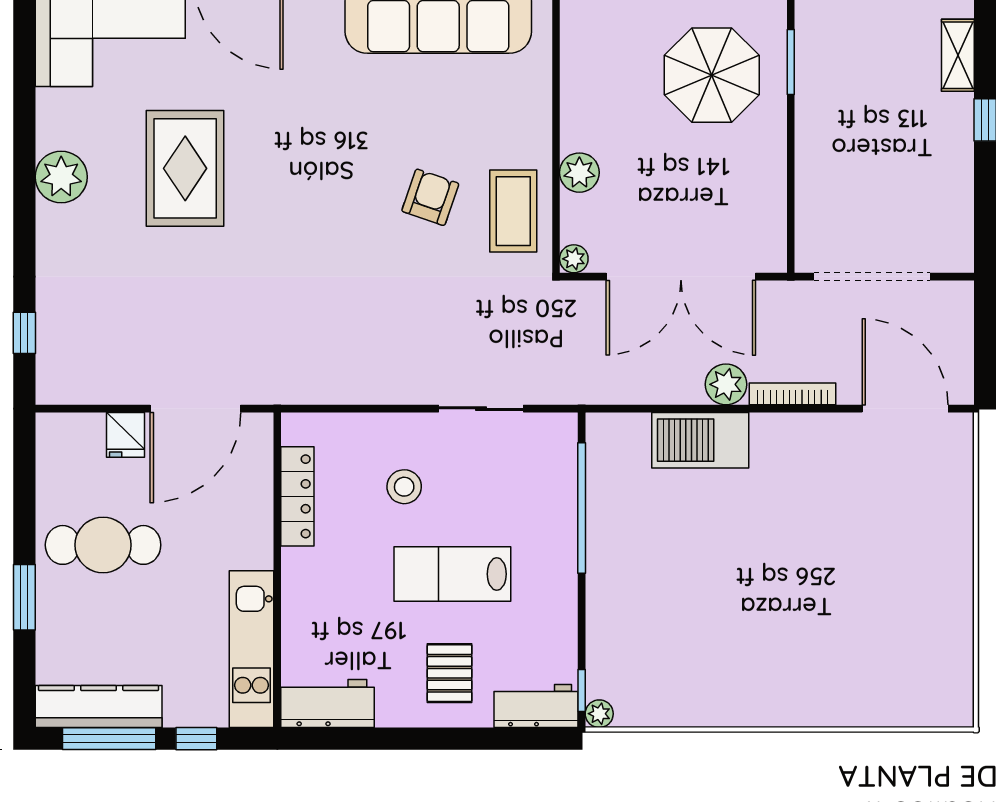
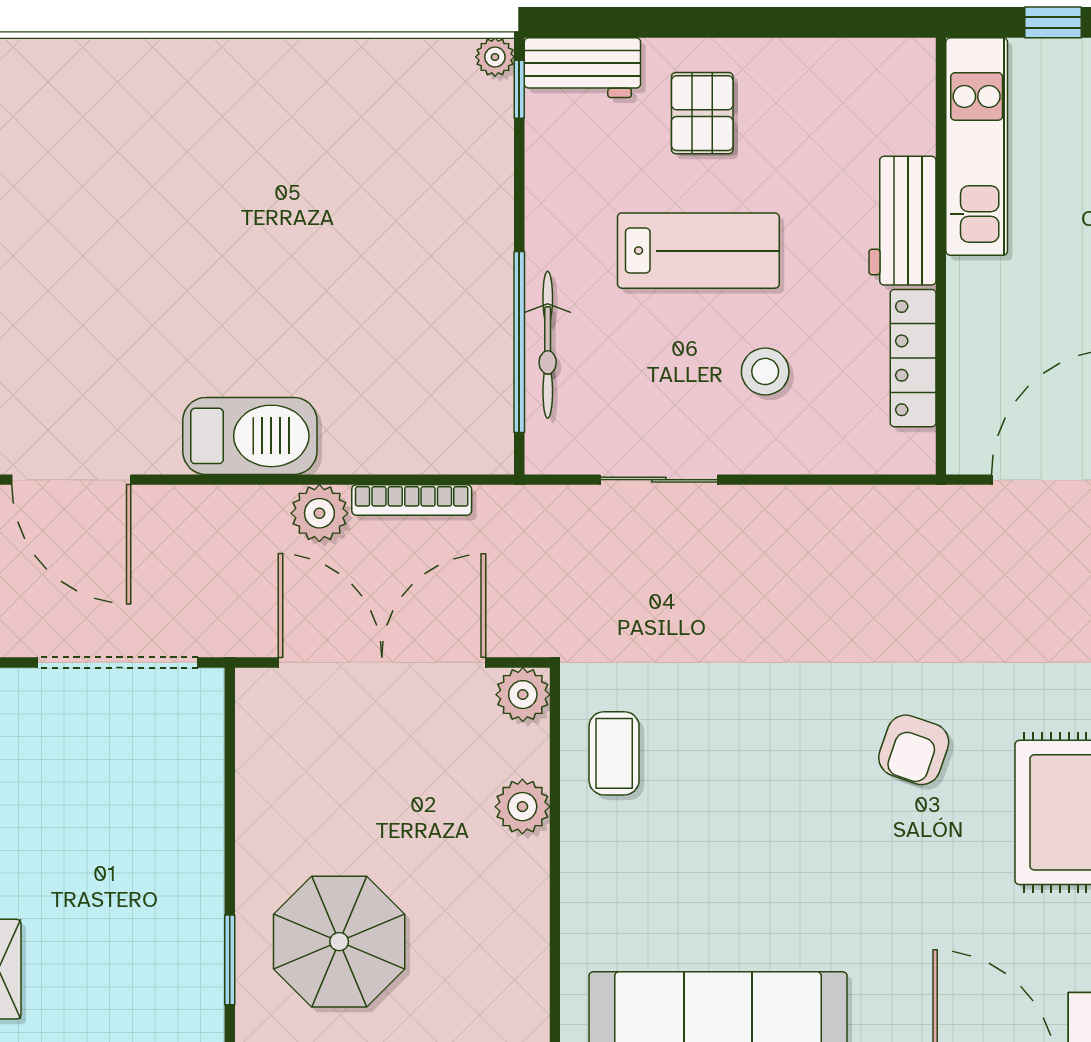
armchair: (430, 197) -> (914, 750), moved
coffee table: (513, 211) -> (614, 753), width x0.73, depth x0.77
plant: (574, 259) -> (523, 695), width x1.38, depth x1.38
bookcase: (793, 394) -> (412, 500), moved
barbecue: (700, 440) -> (250, 436), moved
bicycle: (561, 506) -> (548, 345), added
workbench: (328, 704) -> (902, 221), moved, turned 90

